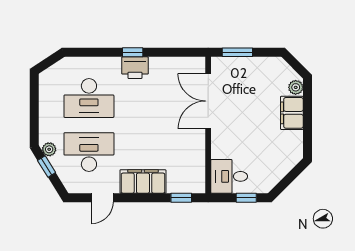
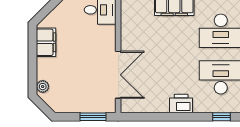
window: (133, 52) -> (222, 117), moved
filing cabinet: (292, 113) -> (46, 42), moved

